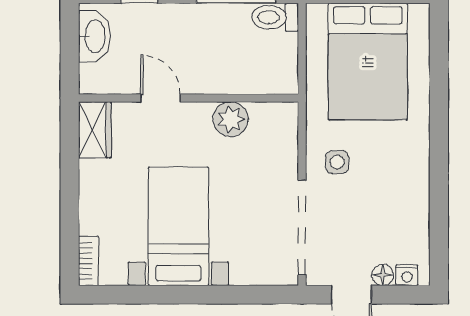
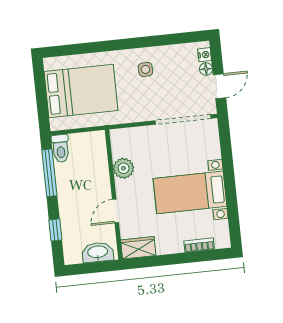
washbasin: (94, 36) -> (98, 252), moved
side table: (337, 162) -> (145, 69), moved
bookcase: (88, 261) -> (199, 245), moved

